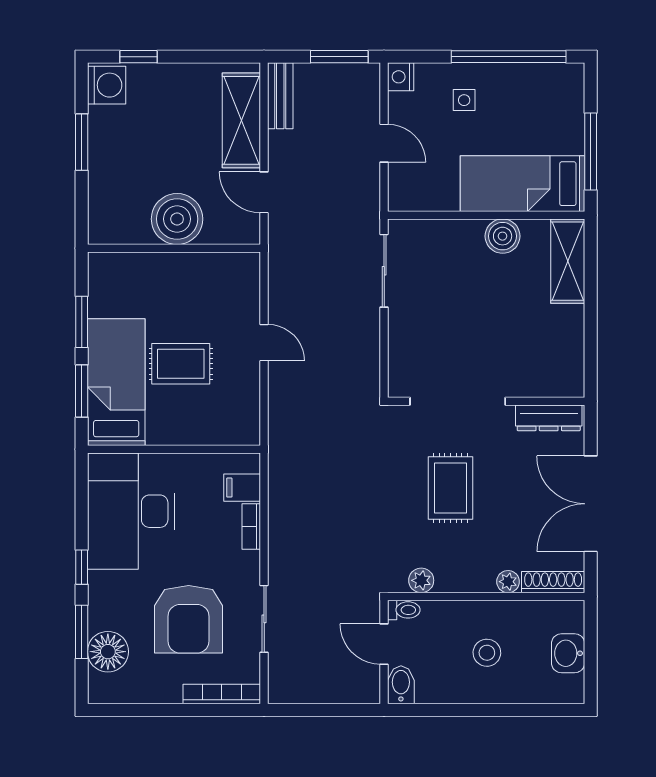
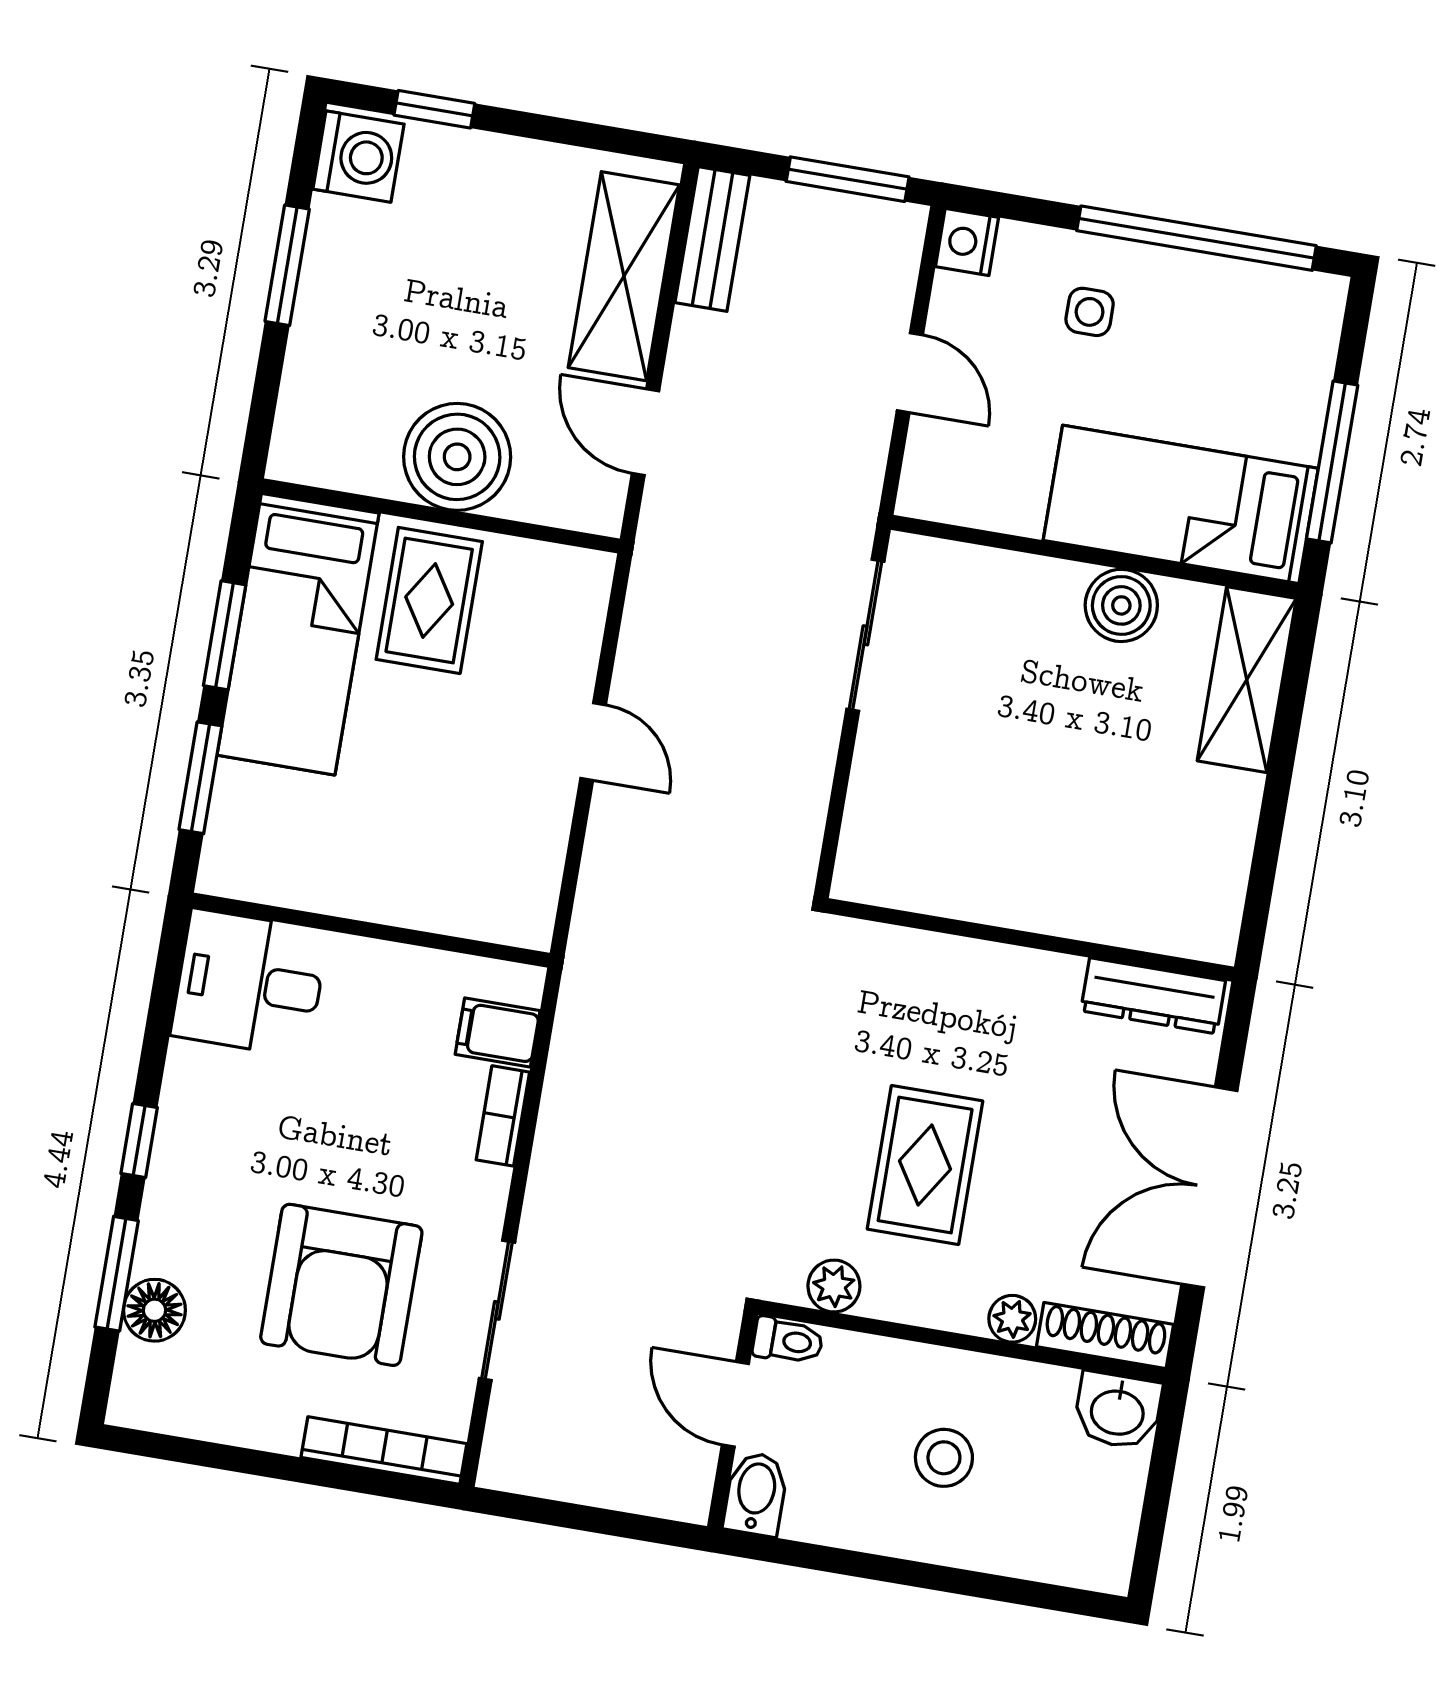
rug: (181, 364) -> (429, 600), moved, turned 90
bed: (116, 382) -> (298, 634), moved, turned 180
doorway: (458, 401) -> (971, 930), removed
rug: (451, 488) -> (925, 1165), moved
desk: (131, 511) -> (249, 983), width x0.53, depth x0.77
floor lamp: (108, 652) -> (154, 1310), width x0.73, depth x0.73
washbasin: (568, 653) -> (1118, 1411), moved, turned -90

